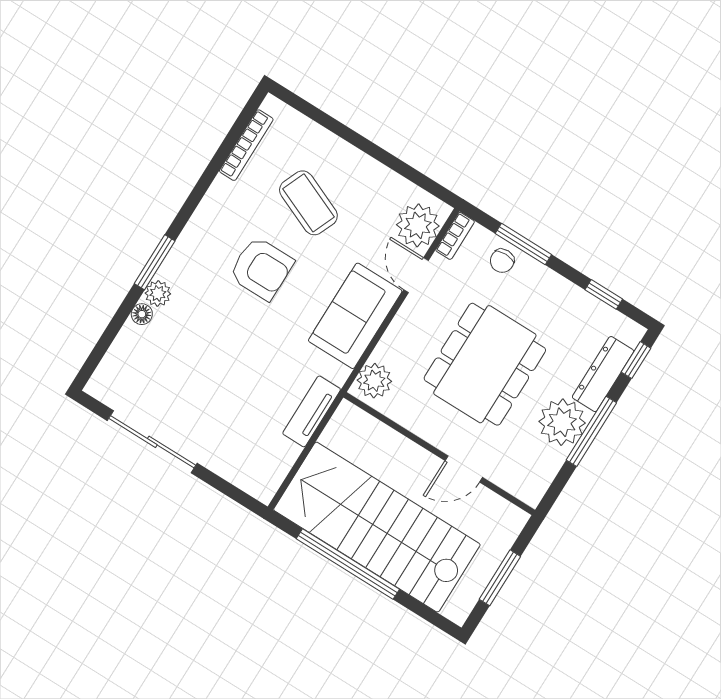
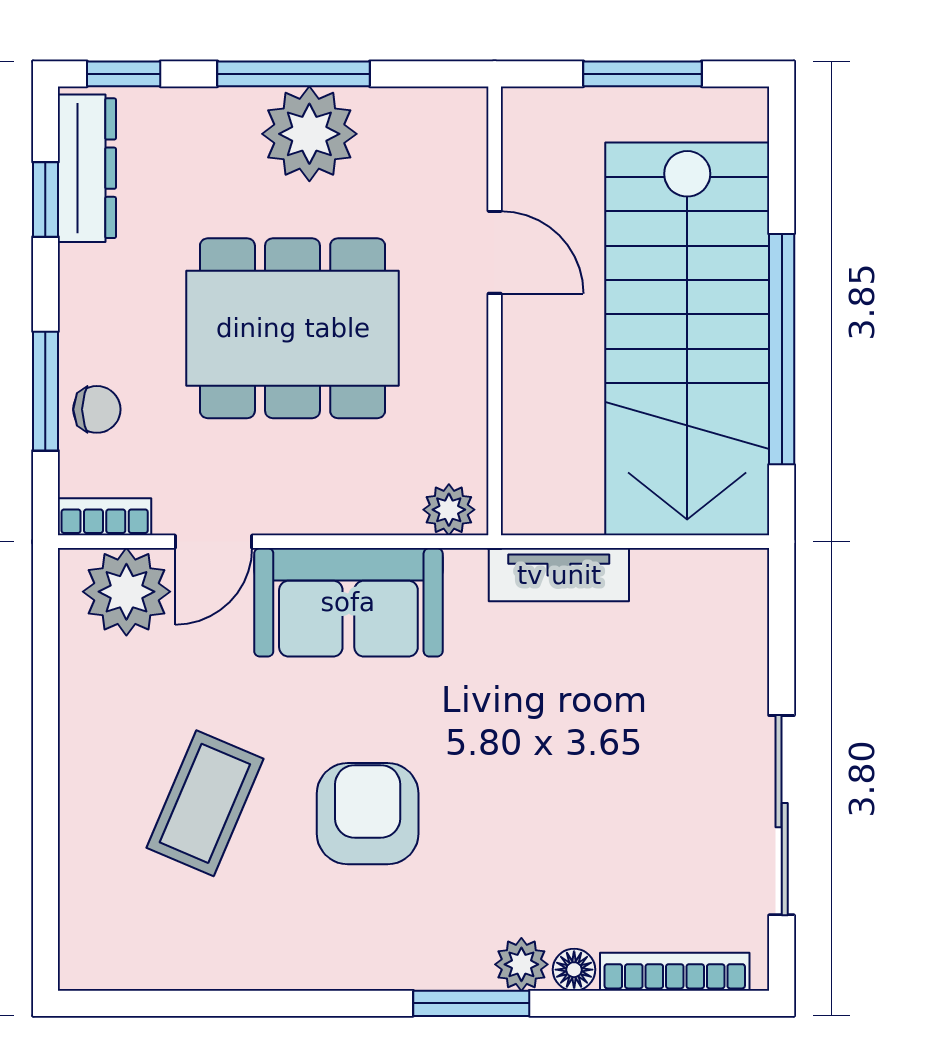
bookcase: (246, 145) -> (675, 972), moved
dresser: (603, 374) -> (87, 168), moved, turned -90
plant: (374, 381) -> (449, 510), width x0.73, depth x0.73

